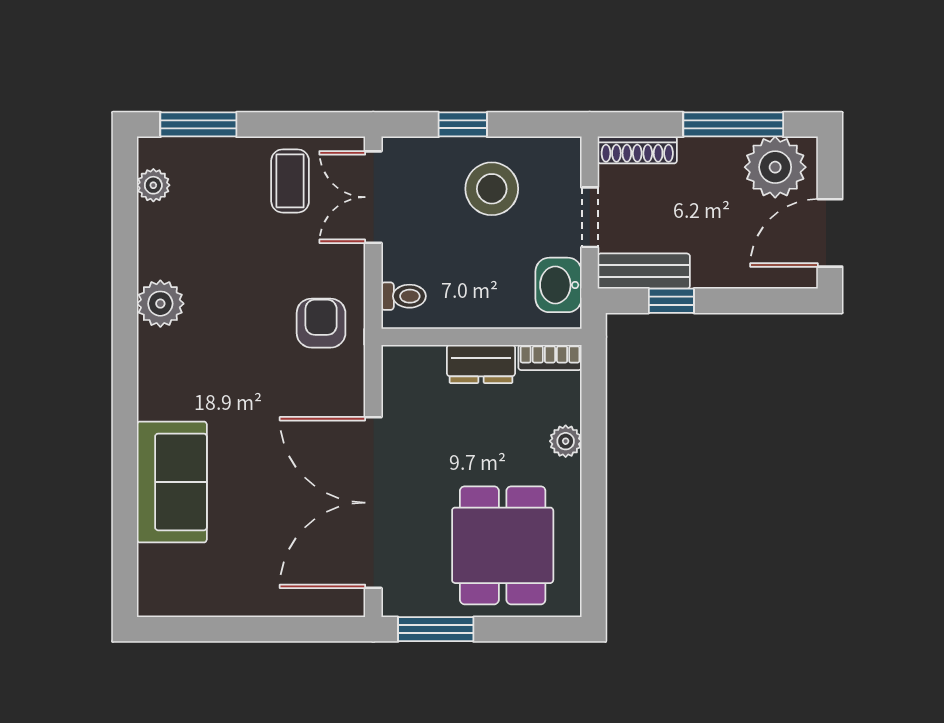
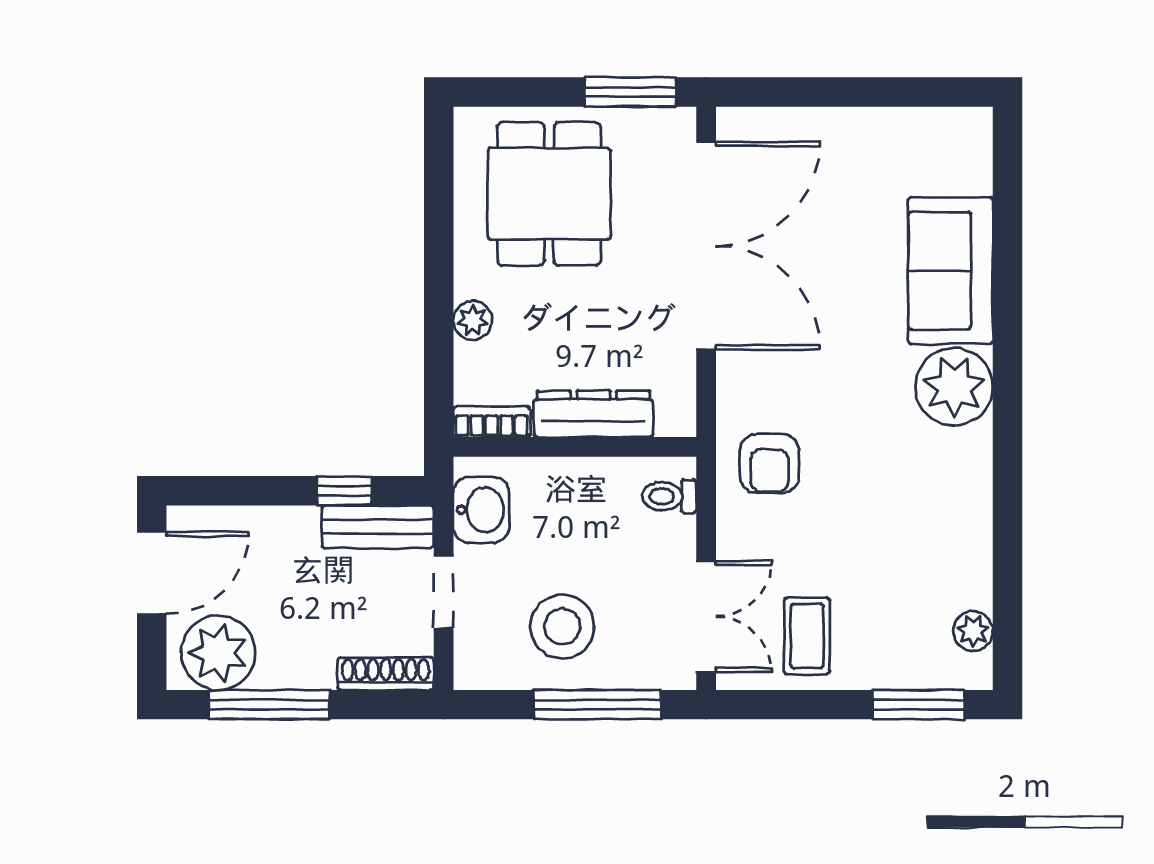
window: (463, 124) -> (597, 705), width x2.17
plant: (160, 304) -> (954, 387), moved, width x1.36, depth x1.36
dresser: (481, 364) -> (593, 414), width x1.44

